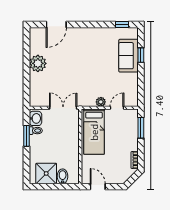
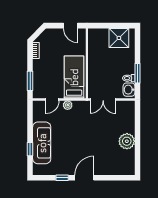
door: (56, 25) -> (84, 178), moved
window: (122, 25) -> (62, 178), moved
sofa: (128, 56) -> (42, 143), width x1.36
bidet: (63, 176) -> (104, 35), removed

